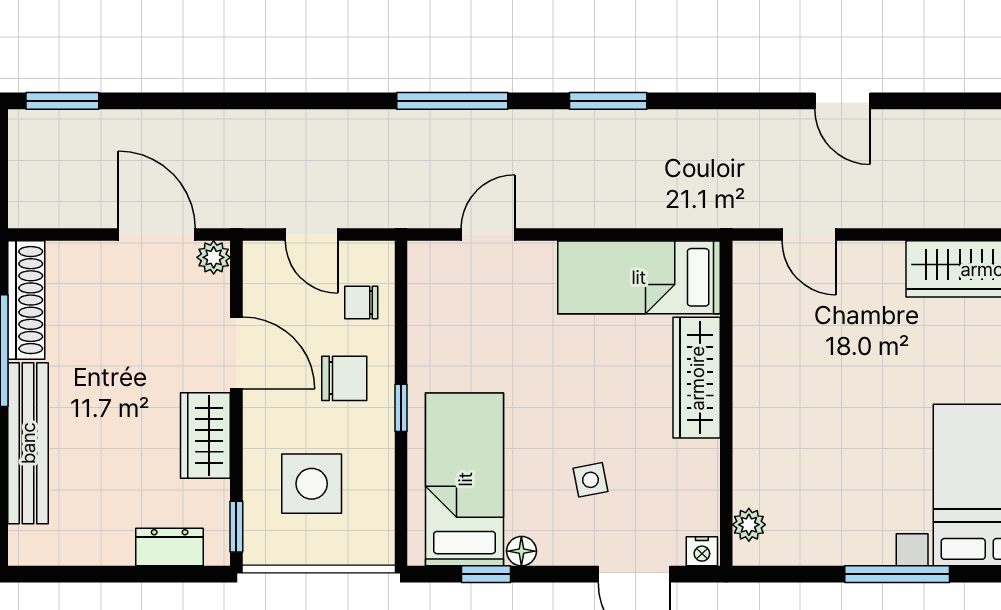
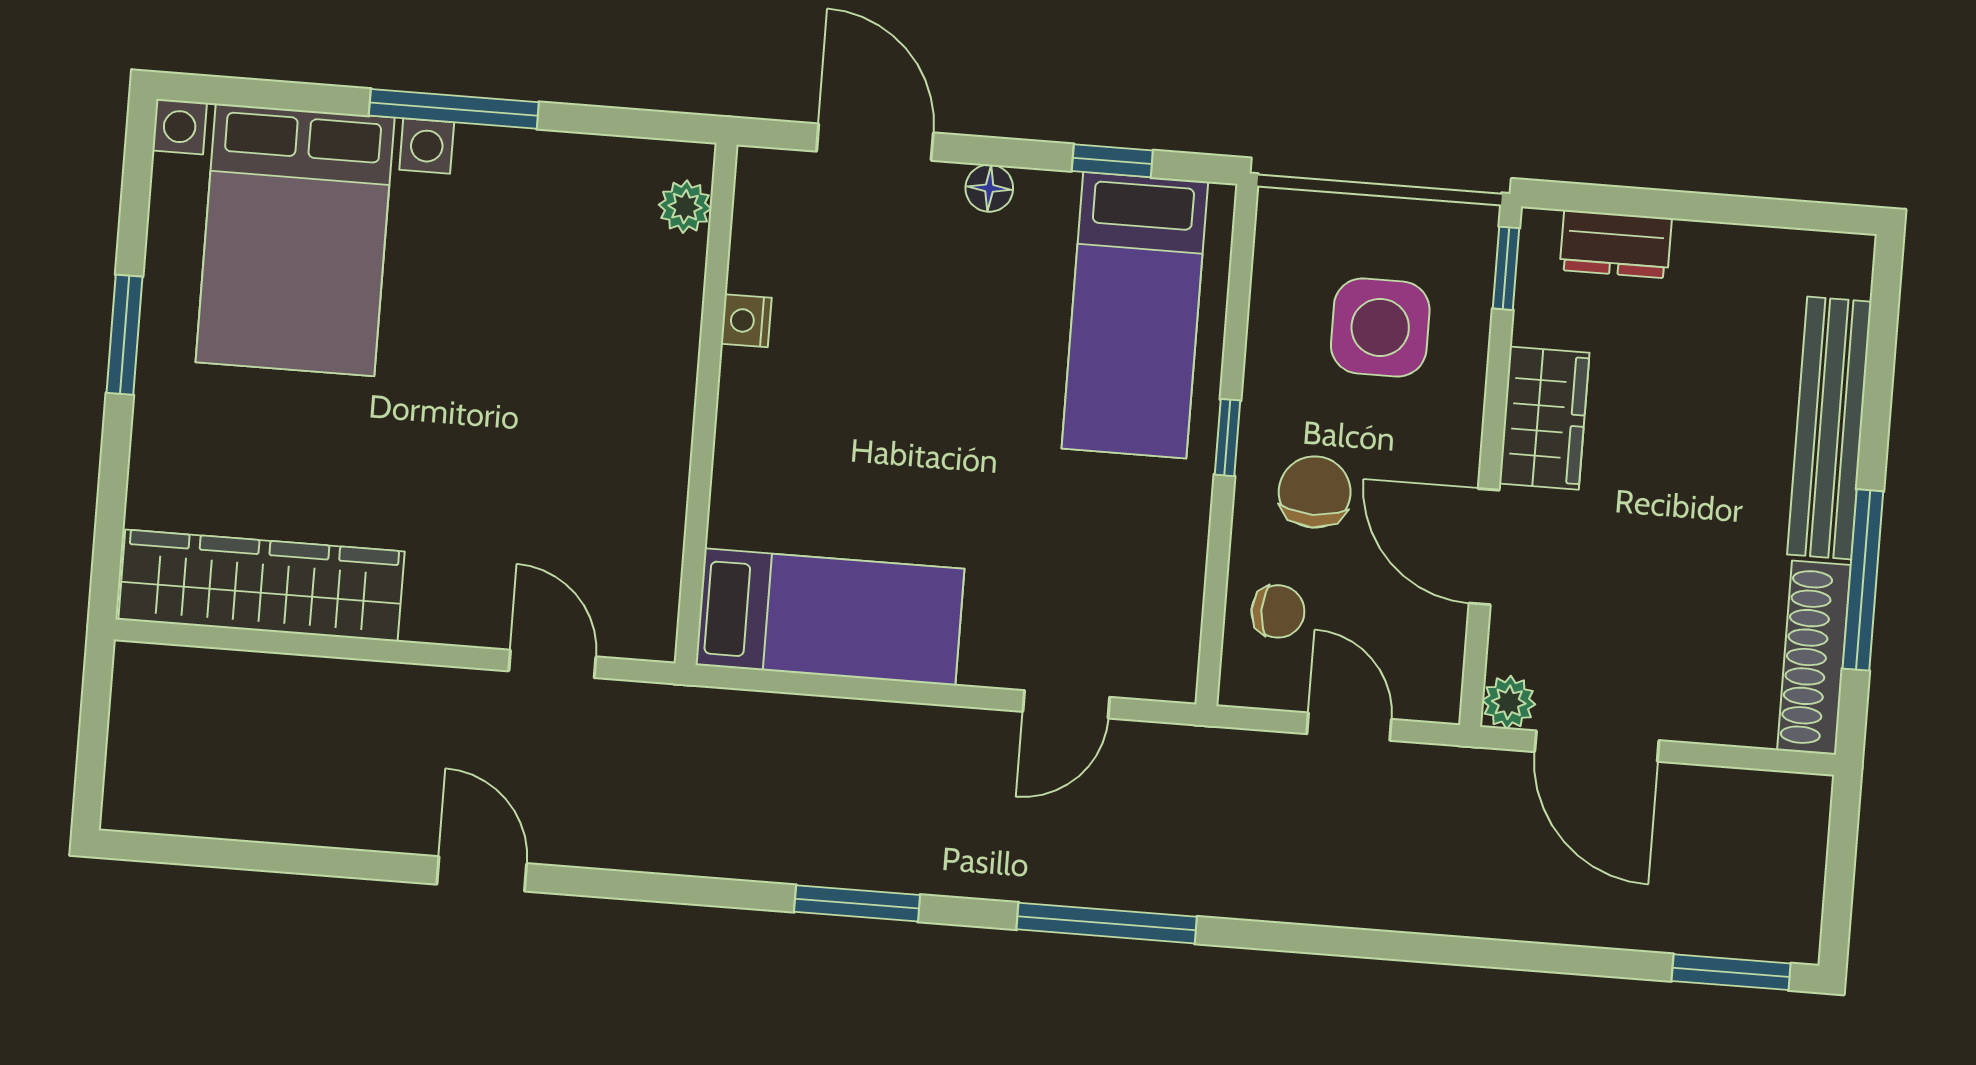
chair: (344, 378) -> (1315, 492), turned 90
wardrobe: (697, 378) -> (750, 449), removed
side table: (590, 480) -> (933, 299), removed
floor lamp: (521, 551) -> (989, 188), moved
nightstand: (702, 551) -> (746, 321), moved, turned -90

